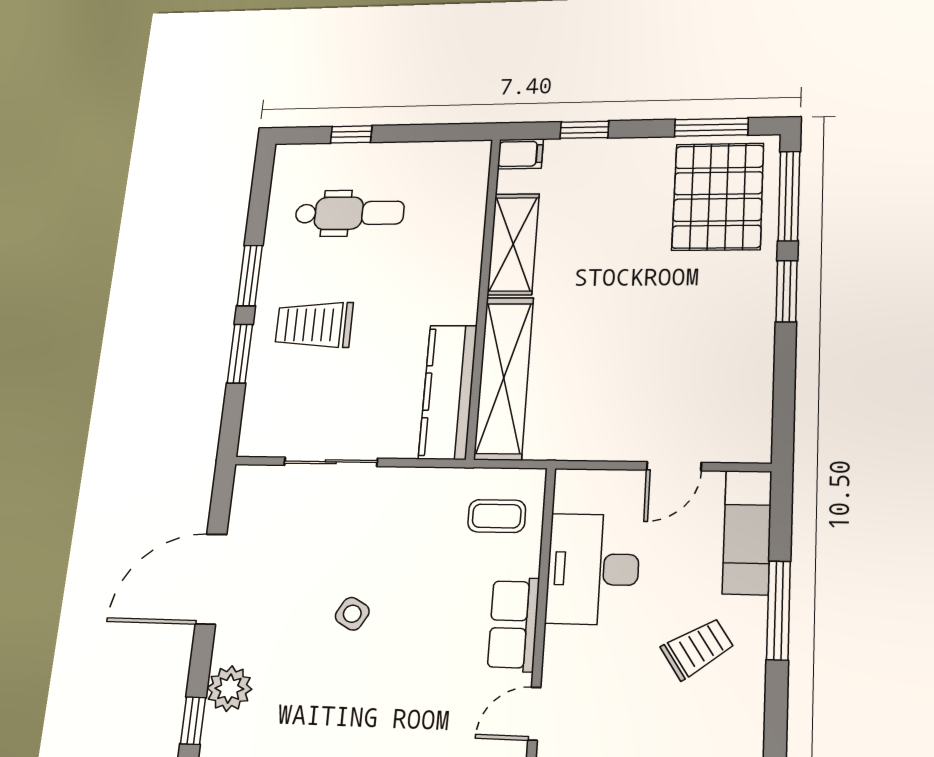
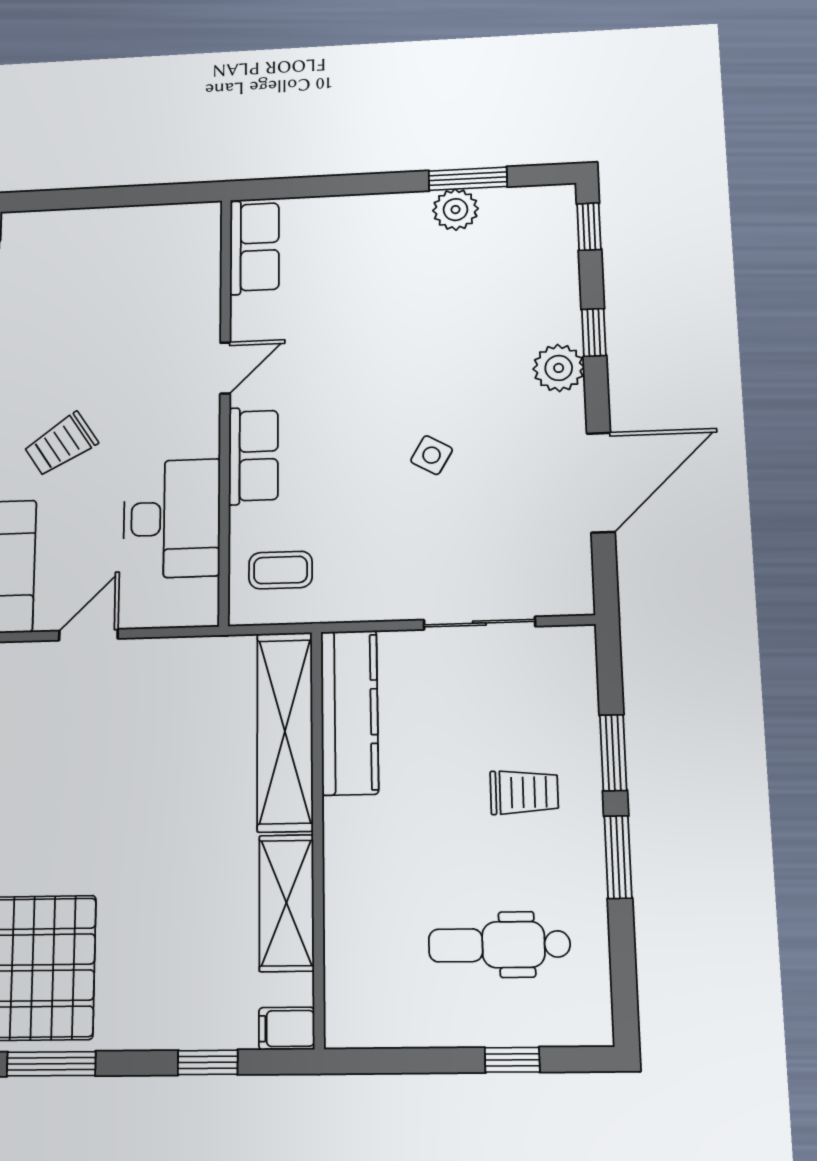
trolley: (314, 325) -> (524, 792), width x0.73, depth x0.72

